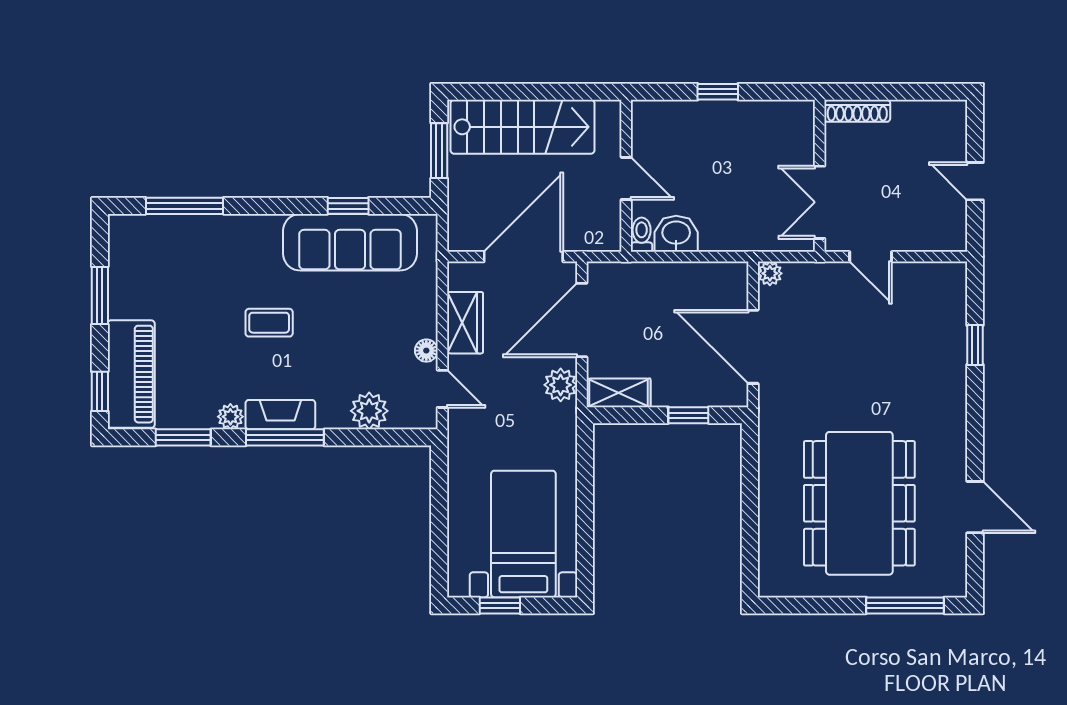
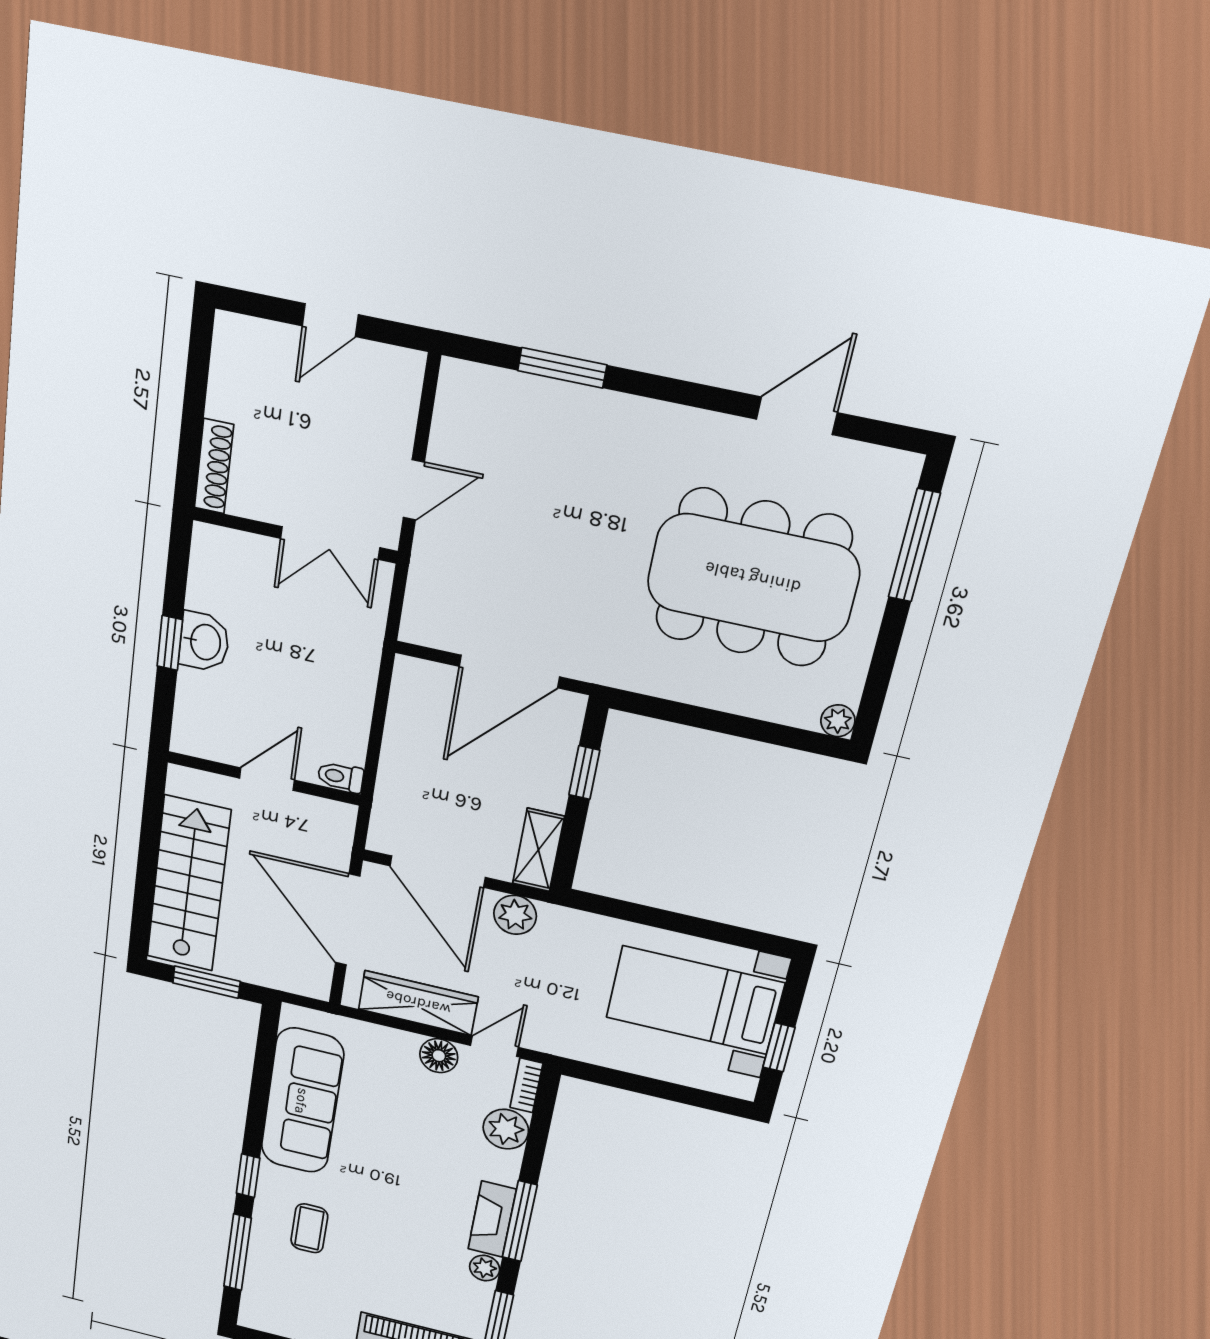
window: (348, 206) -> (248, 1176), moved
washbasin: (676, 234) -> (204, 642), moved, turned 180
plant: (770, 273) -> (838, 721), moved
coffee table: (269, 323) -> (309, 1228), moved
wardrobe: (465, 323) -> (418, 1003), width x1.50
window: (975, 345) -> (562, 368), width x1.50
floor lamp: (426, 351) -> (439, 1056), width x1.37, depth x1.37
bookcase: (414, 420) -> (526, 1085), added

